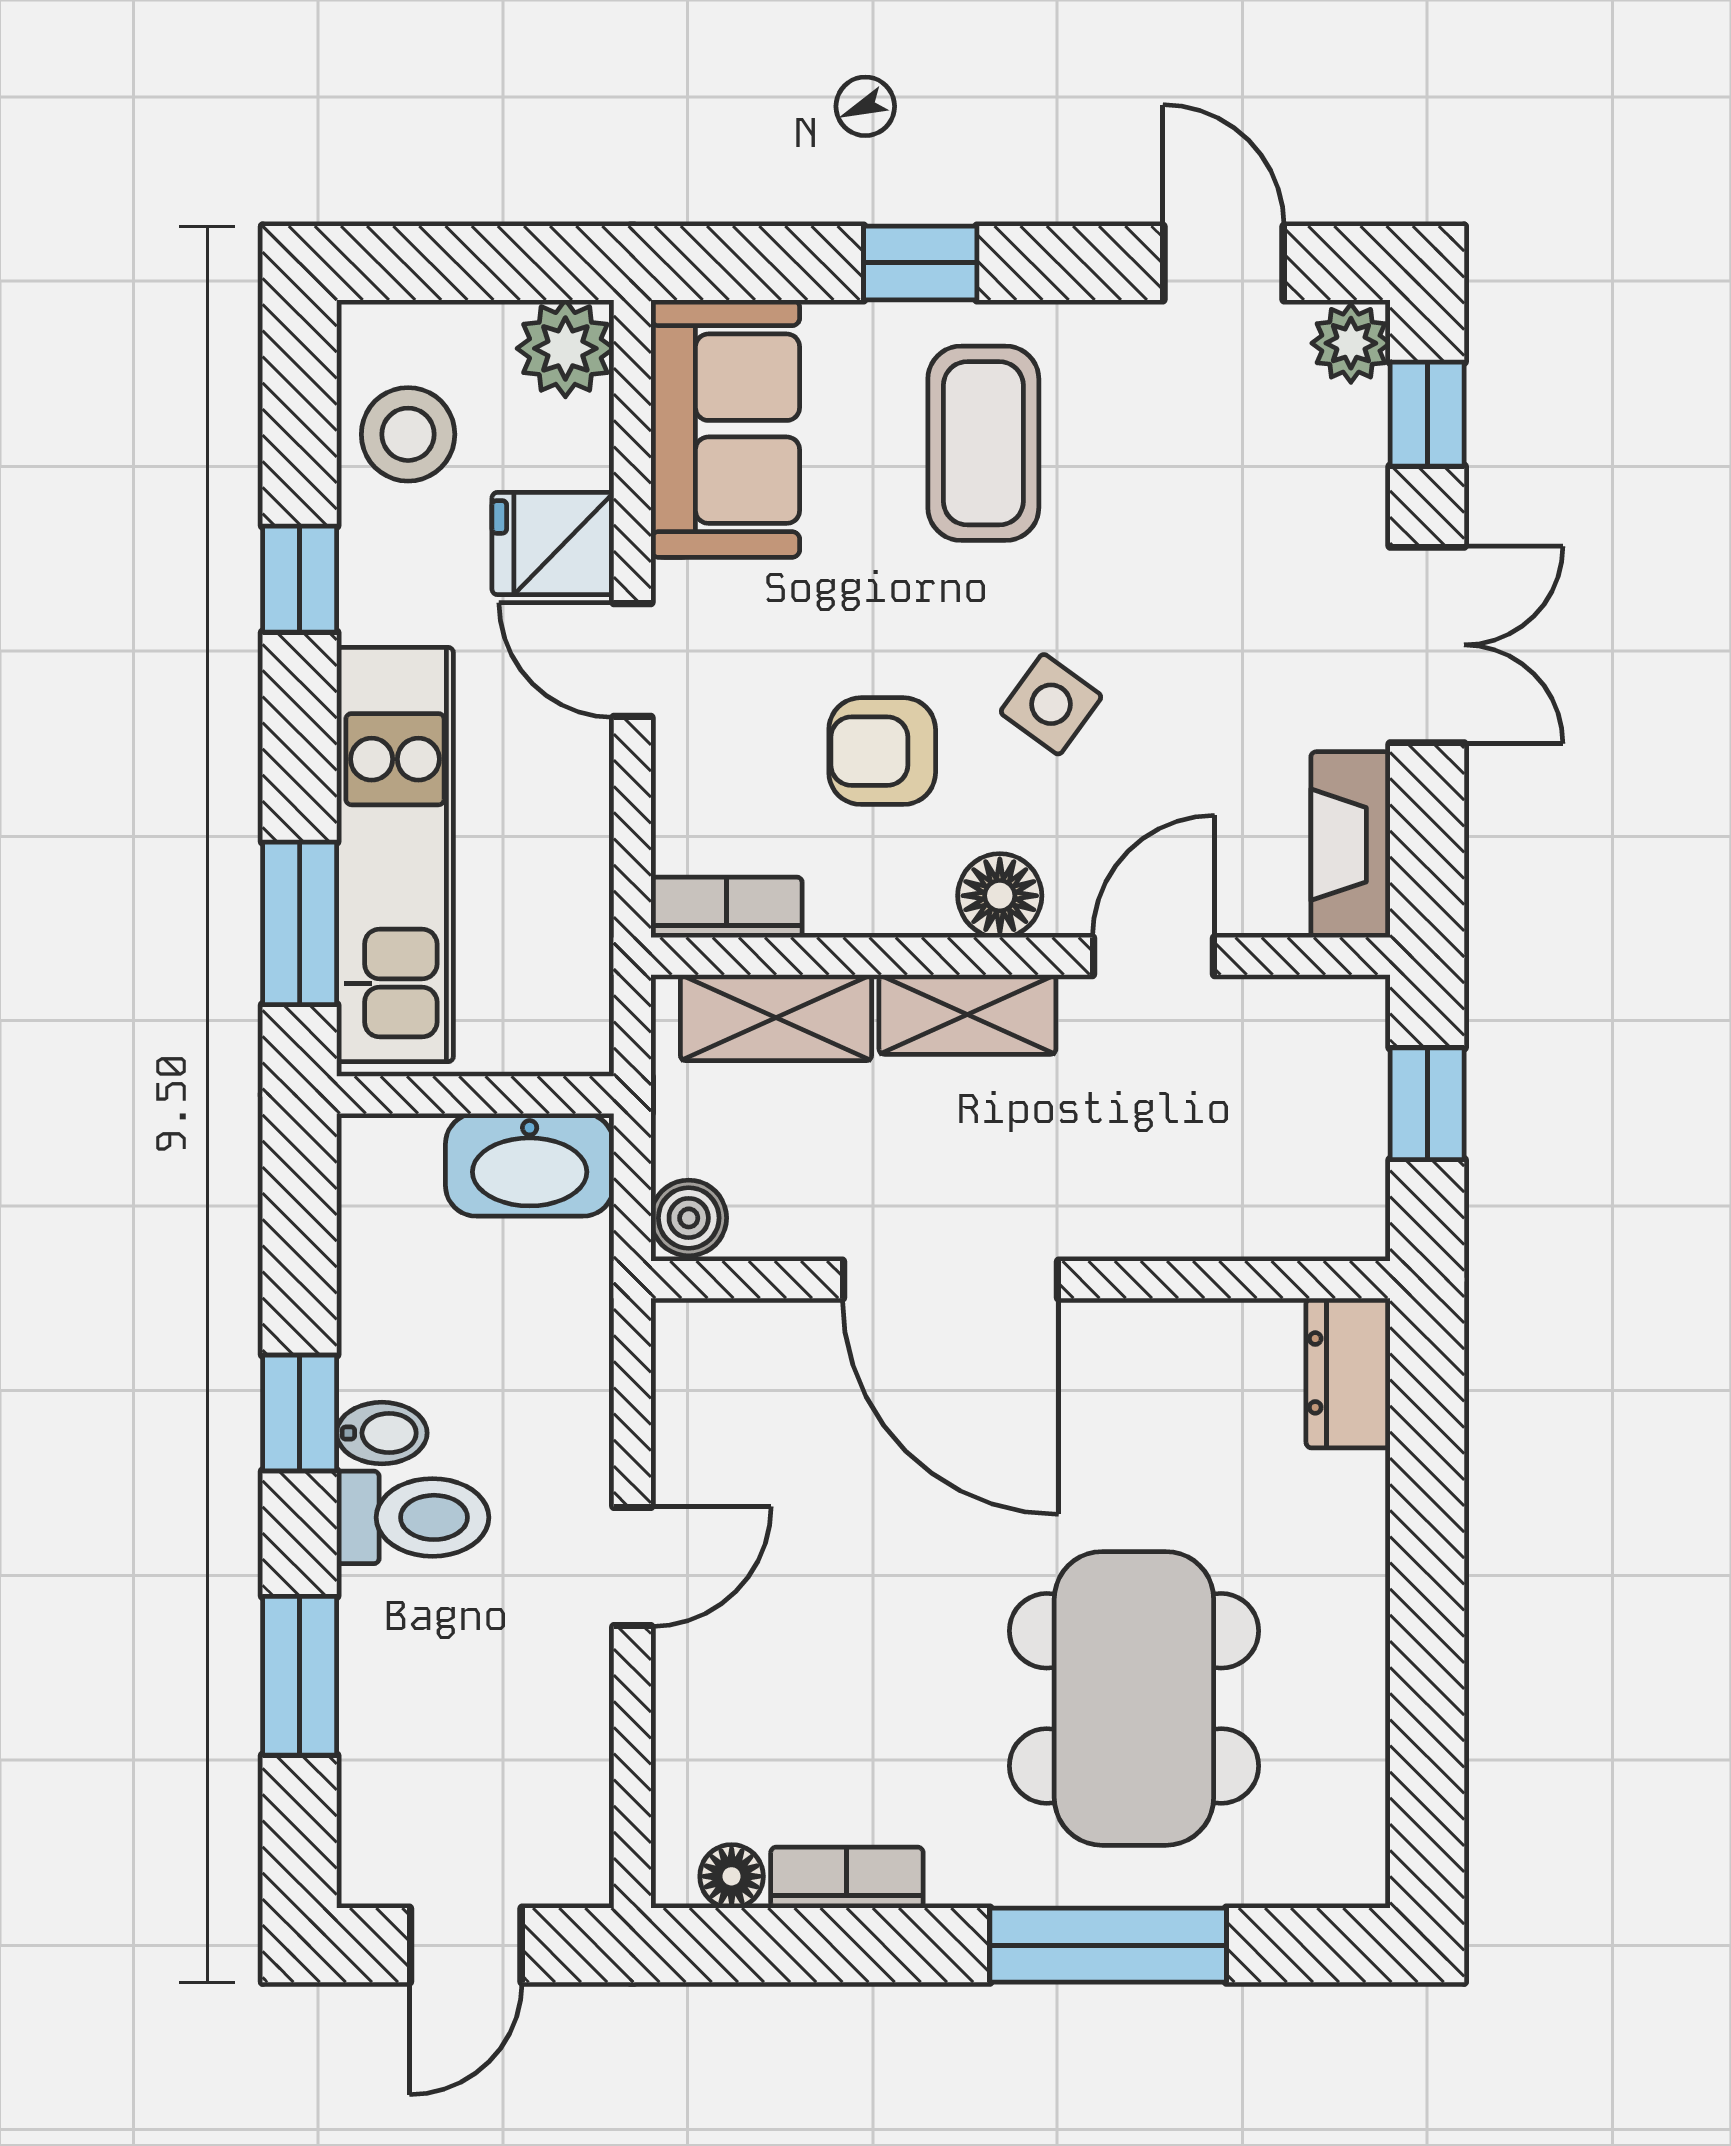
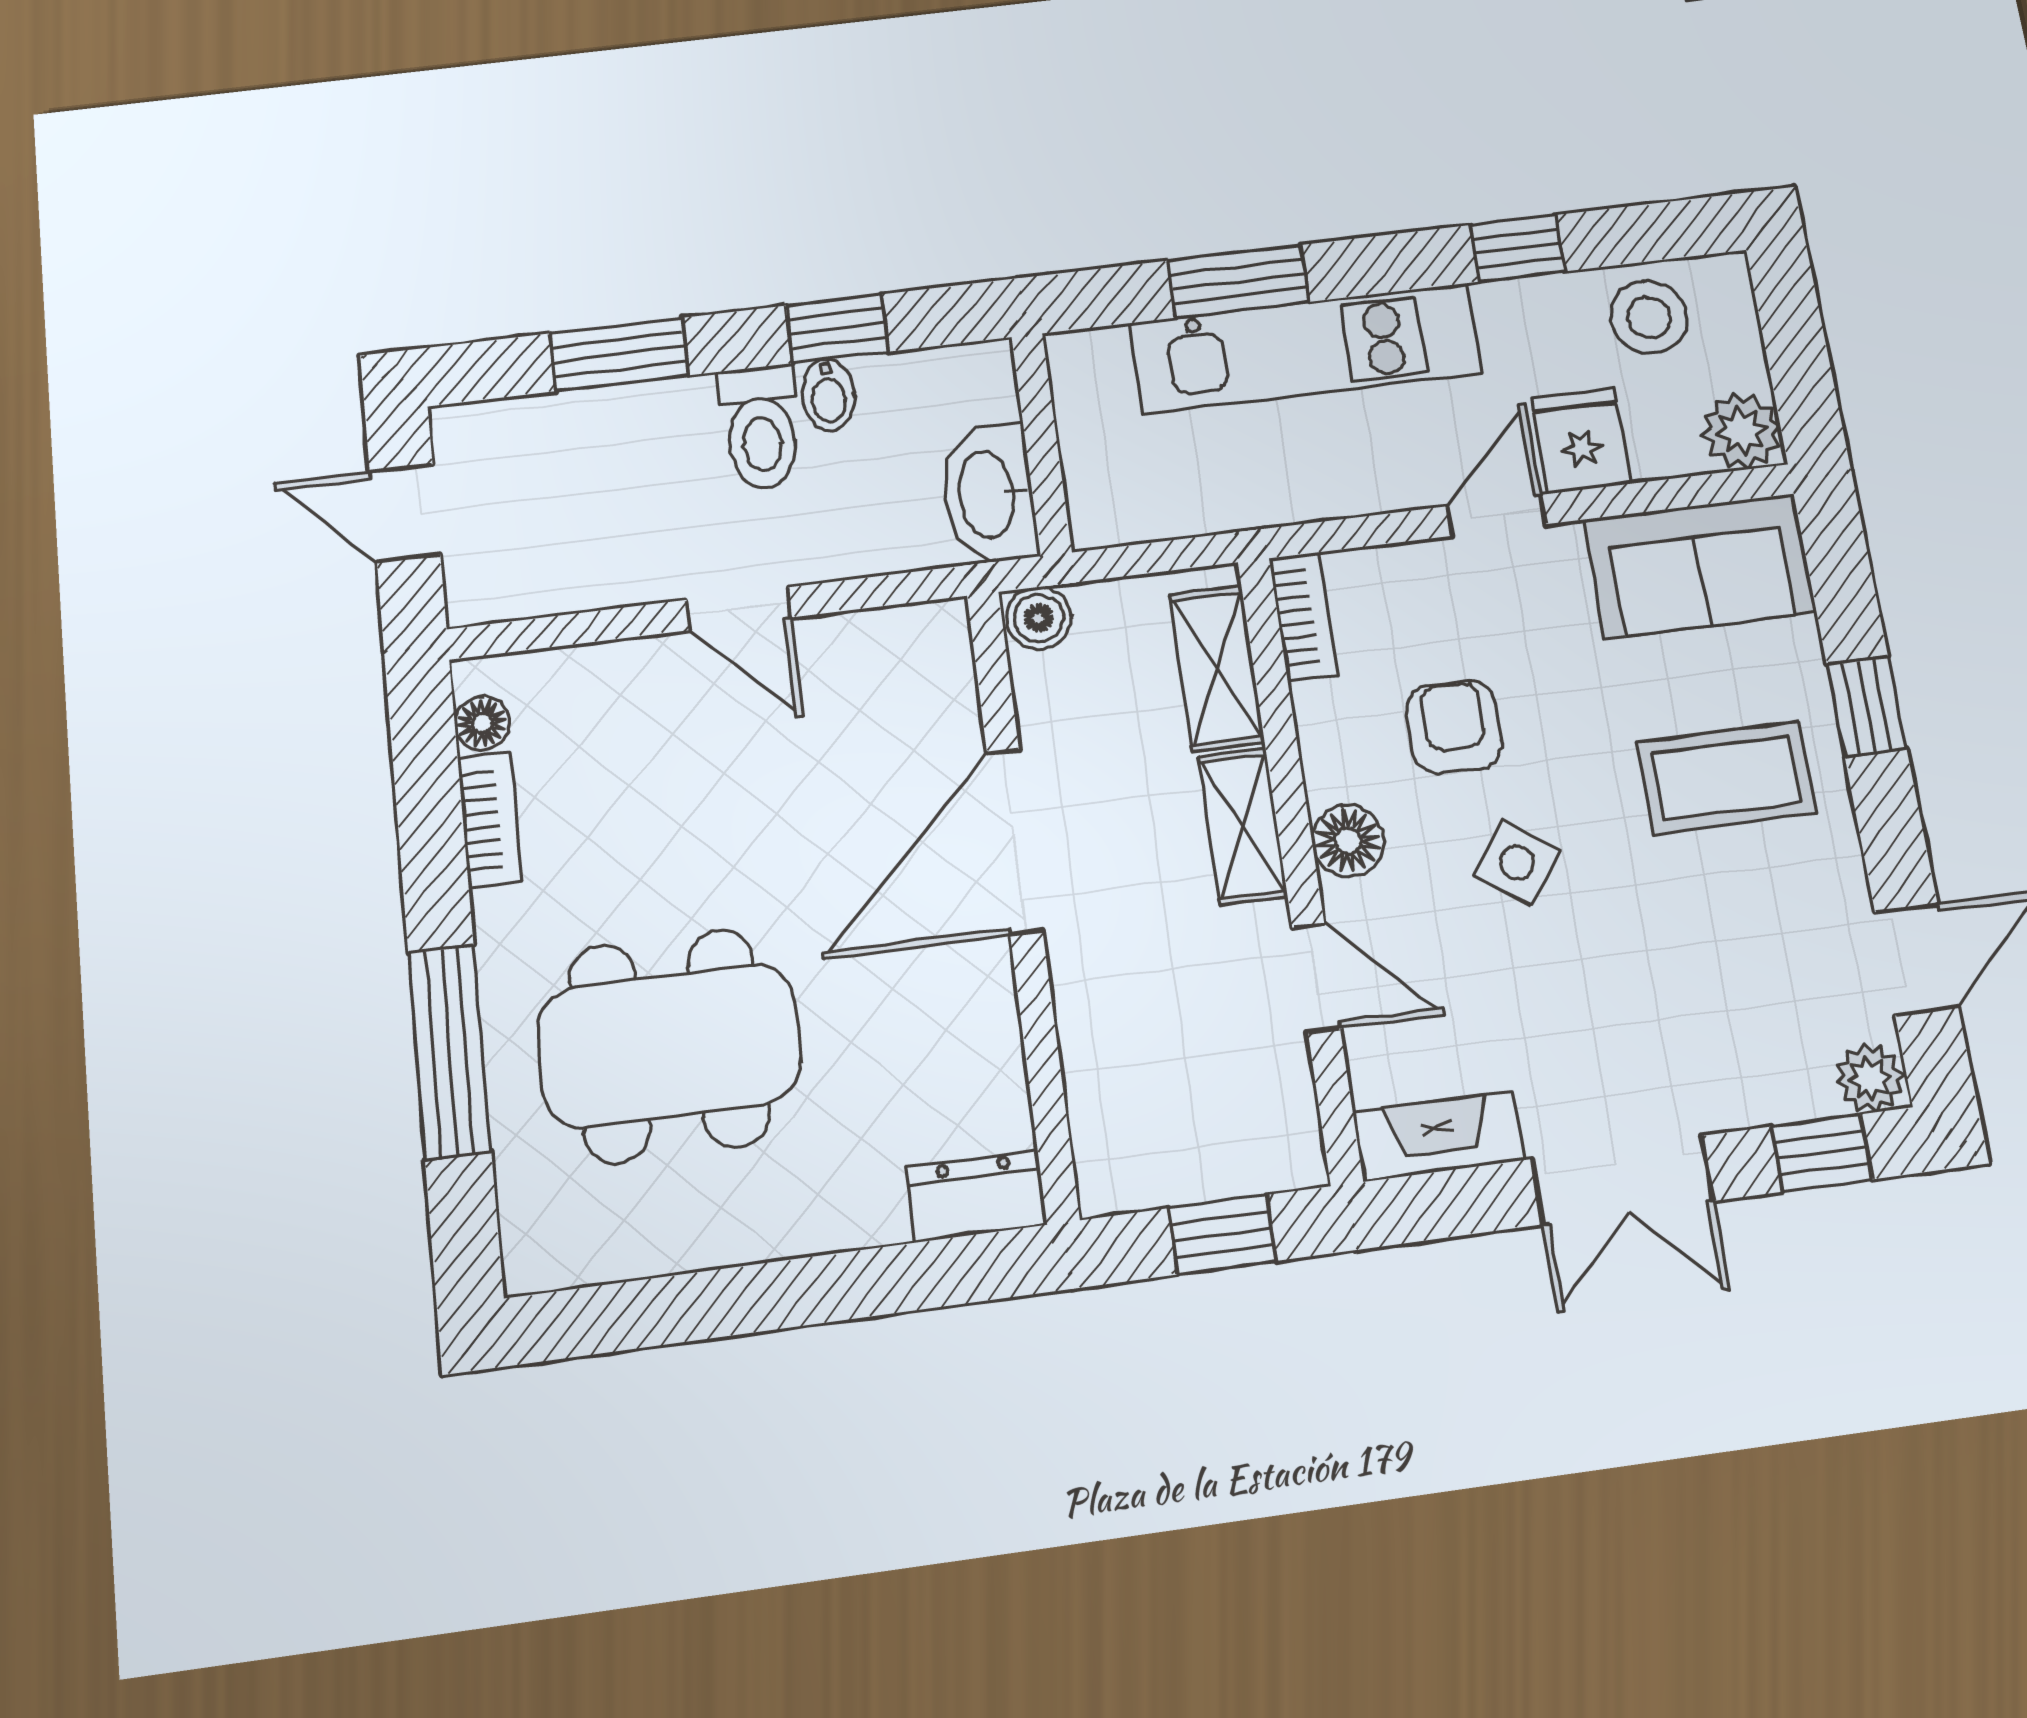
wall: (475, 1095) -> (1042, 444), moved
washbasin: (530, 1165) -> (989, 494), moved

